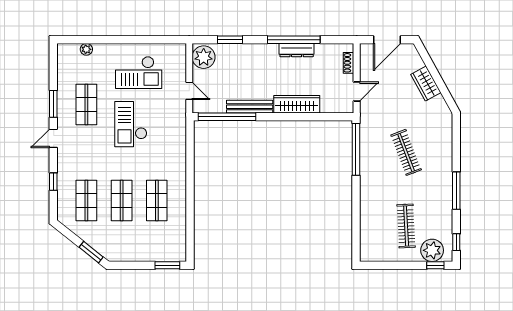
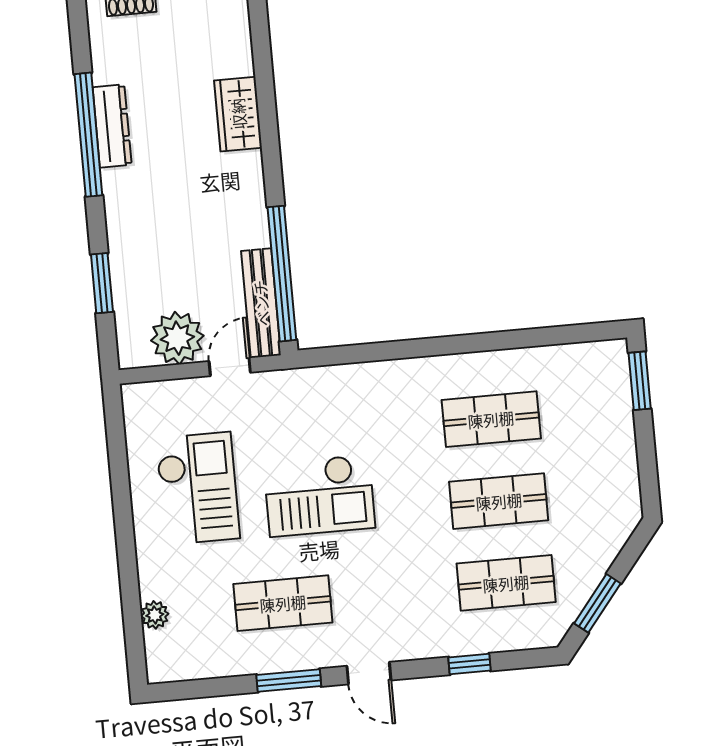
plant: (204, 57) -> (177, 338), moved
wardrobe: (297, 104) -> (238, 114), width x0.67
bench: (250, 107) -> (261, 303), moved
window: (91, 252) -> (597, 603), moved

